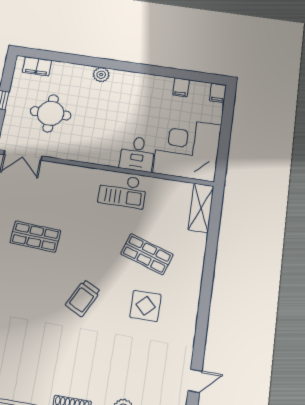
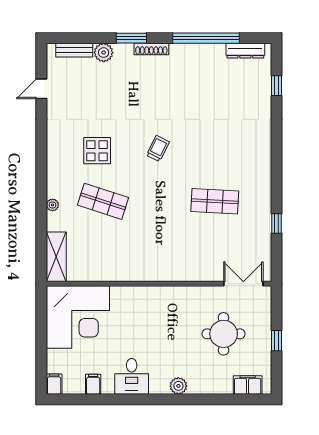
desk: (137, 154) -> (132, 376), moved, turned 180
checkout: (123, 191) -> (136, 262), removed
plant: (198, 259) -> (53, 205), added
trolley: (83, 298) -> (158, 149), width x0.73, depth x0.72

